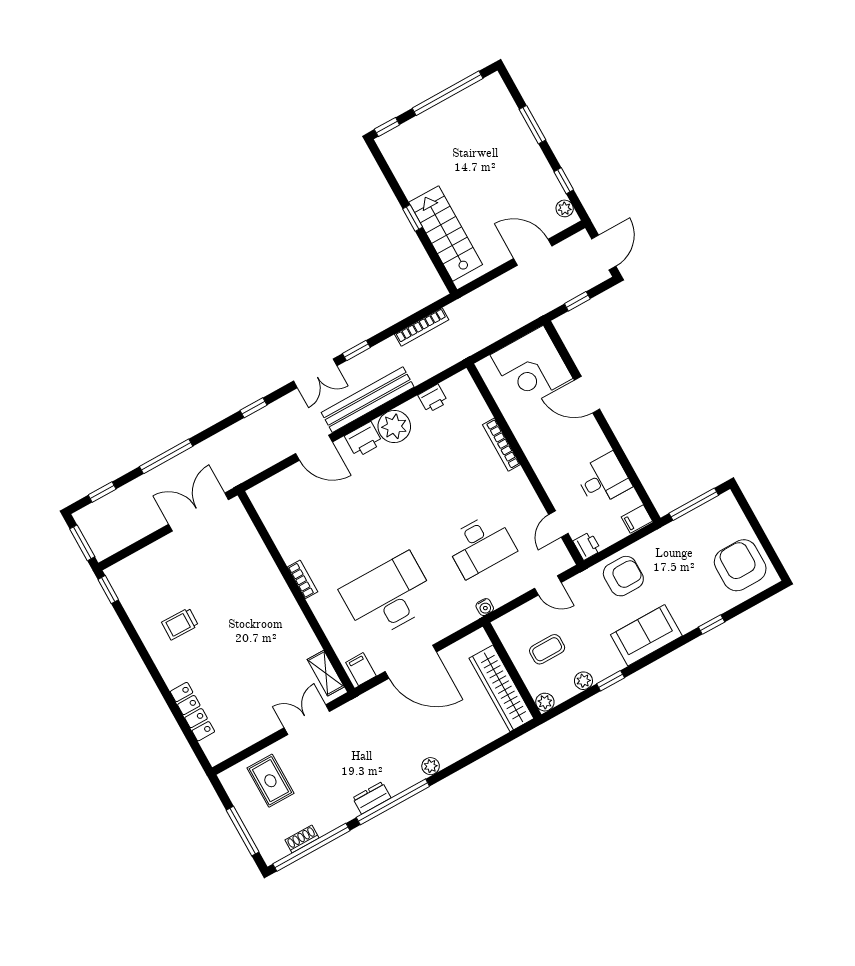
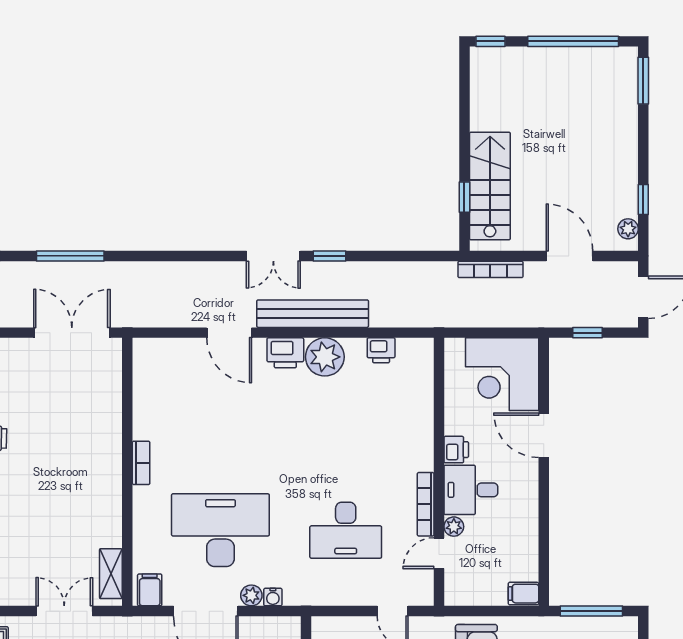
window: (533, 125) -> (643, 81), moved
window: (413, 218) -> (464, 197), moved
bookcase: (422, 327) -> (490, 269), moved
window: (253, 408) -> (189, 256), removed
bookcase: (501, 445) -> (426, 504), moved
desk: (603, 479) -> (471, 490), moved, turned 180
plant: (558, 498) -> (454, 527), added
printer: (587, 546) -> (456, 450), moved
water cooler: (485, 607) -> (273, 597), moved
plant: (438, 632) -> (251, 595), added

